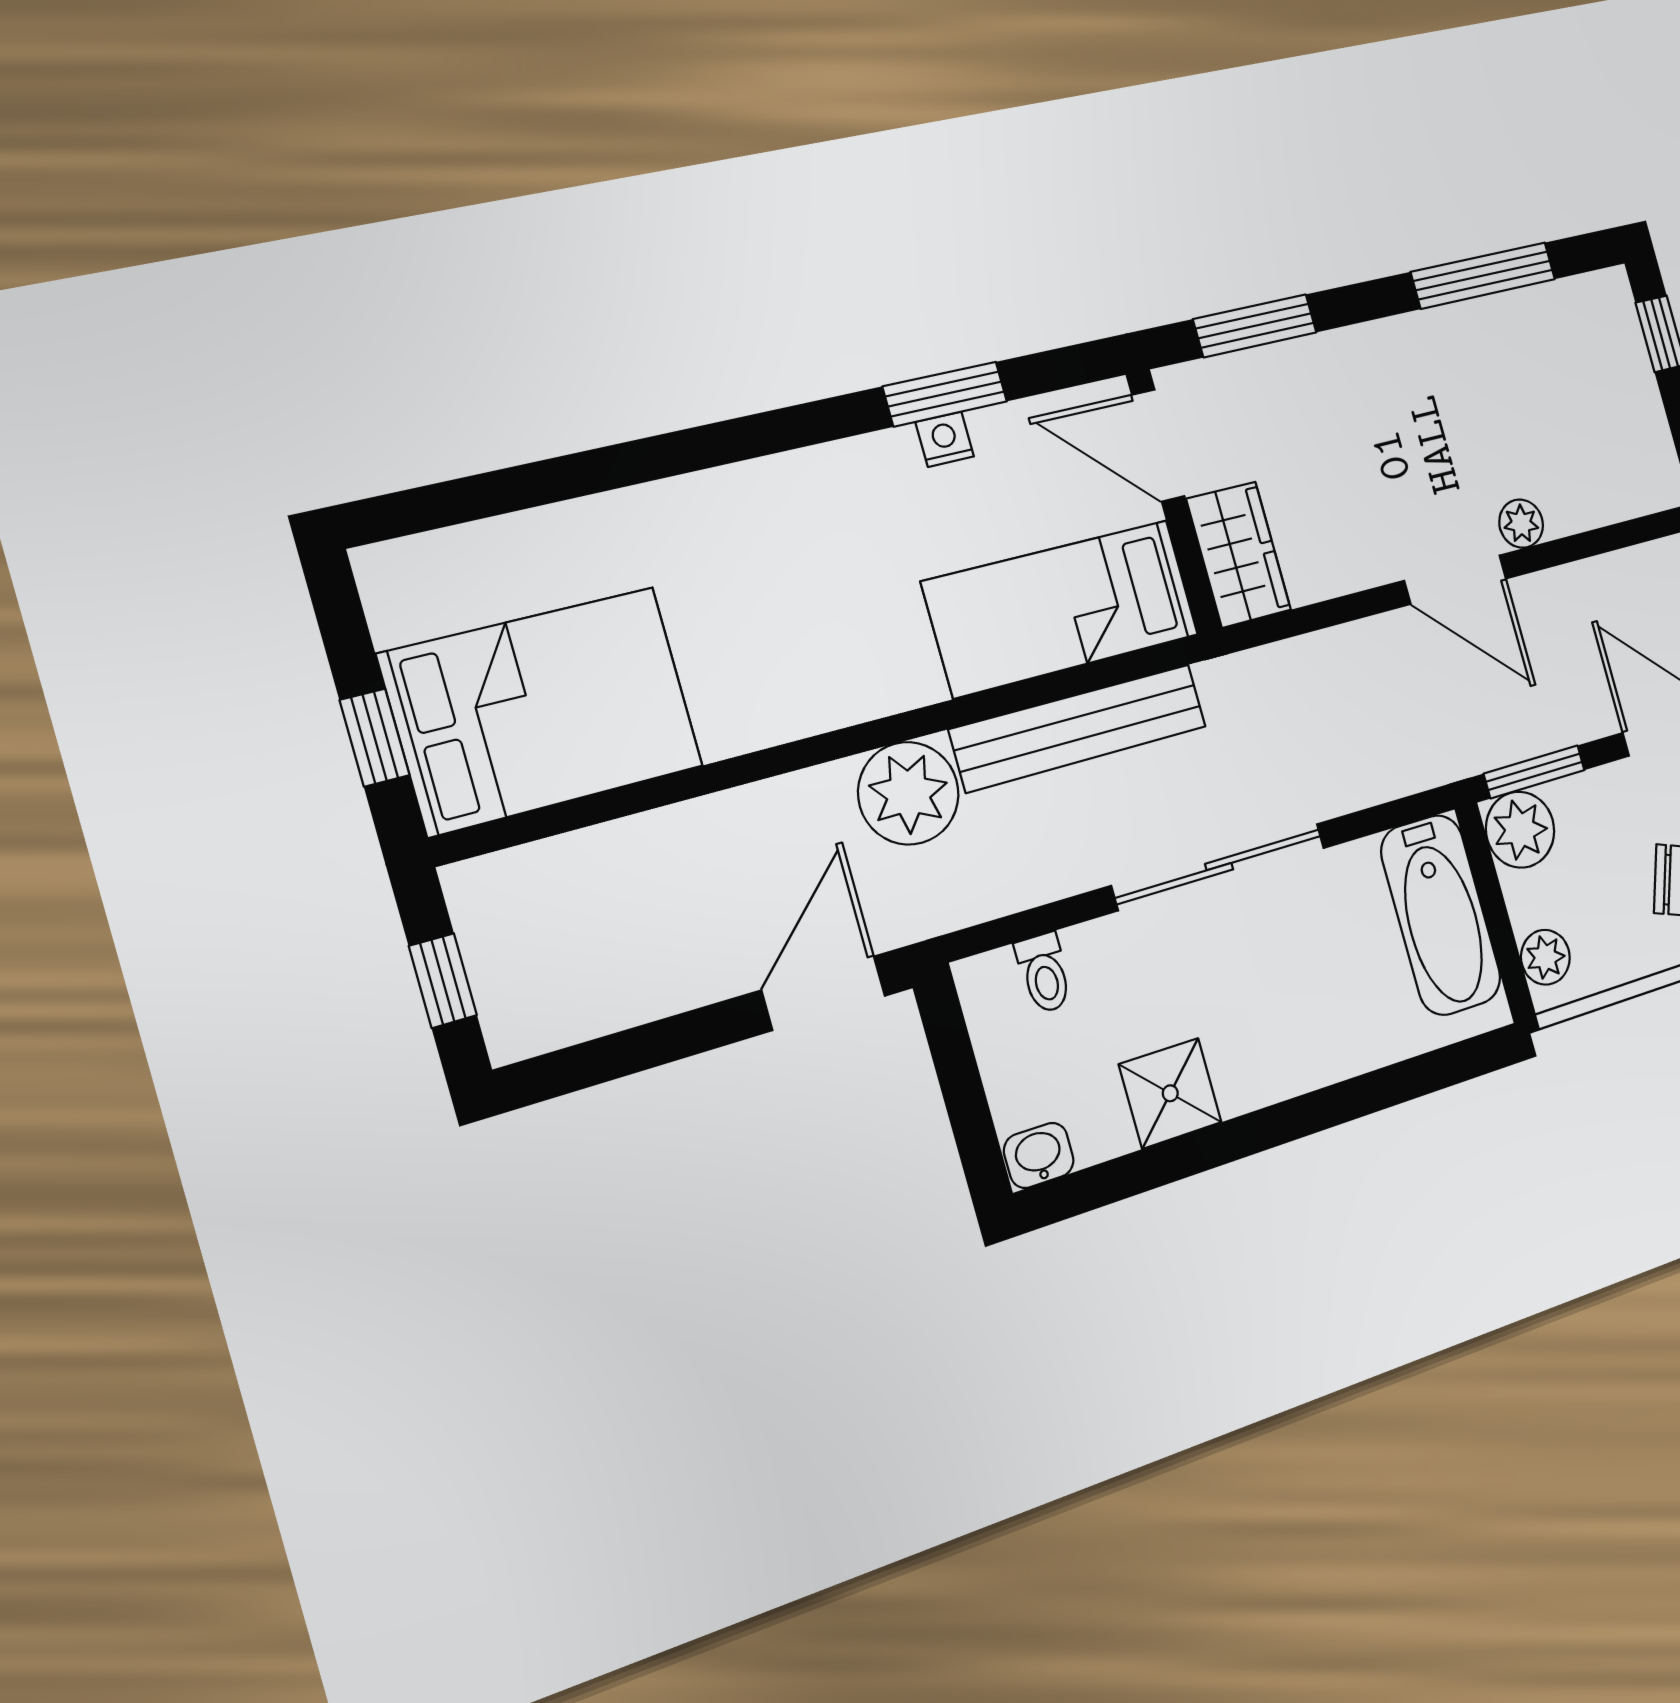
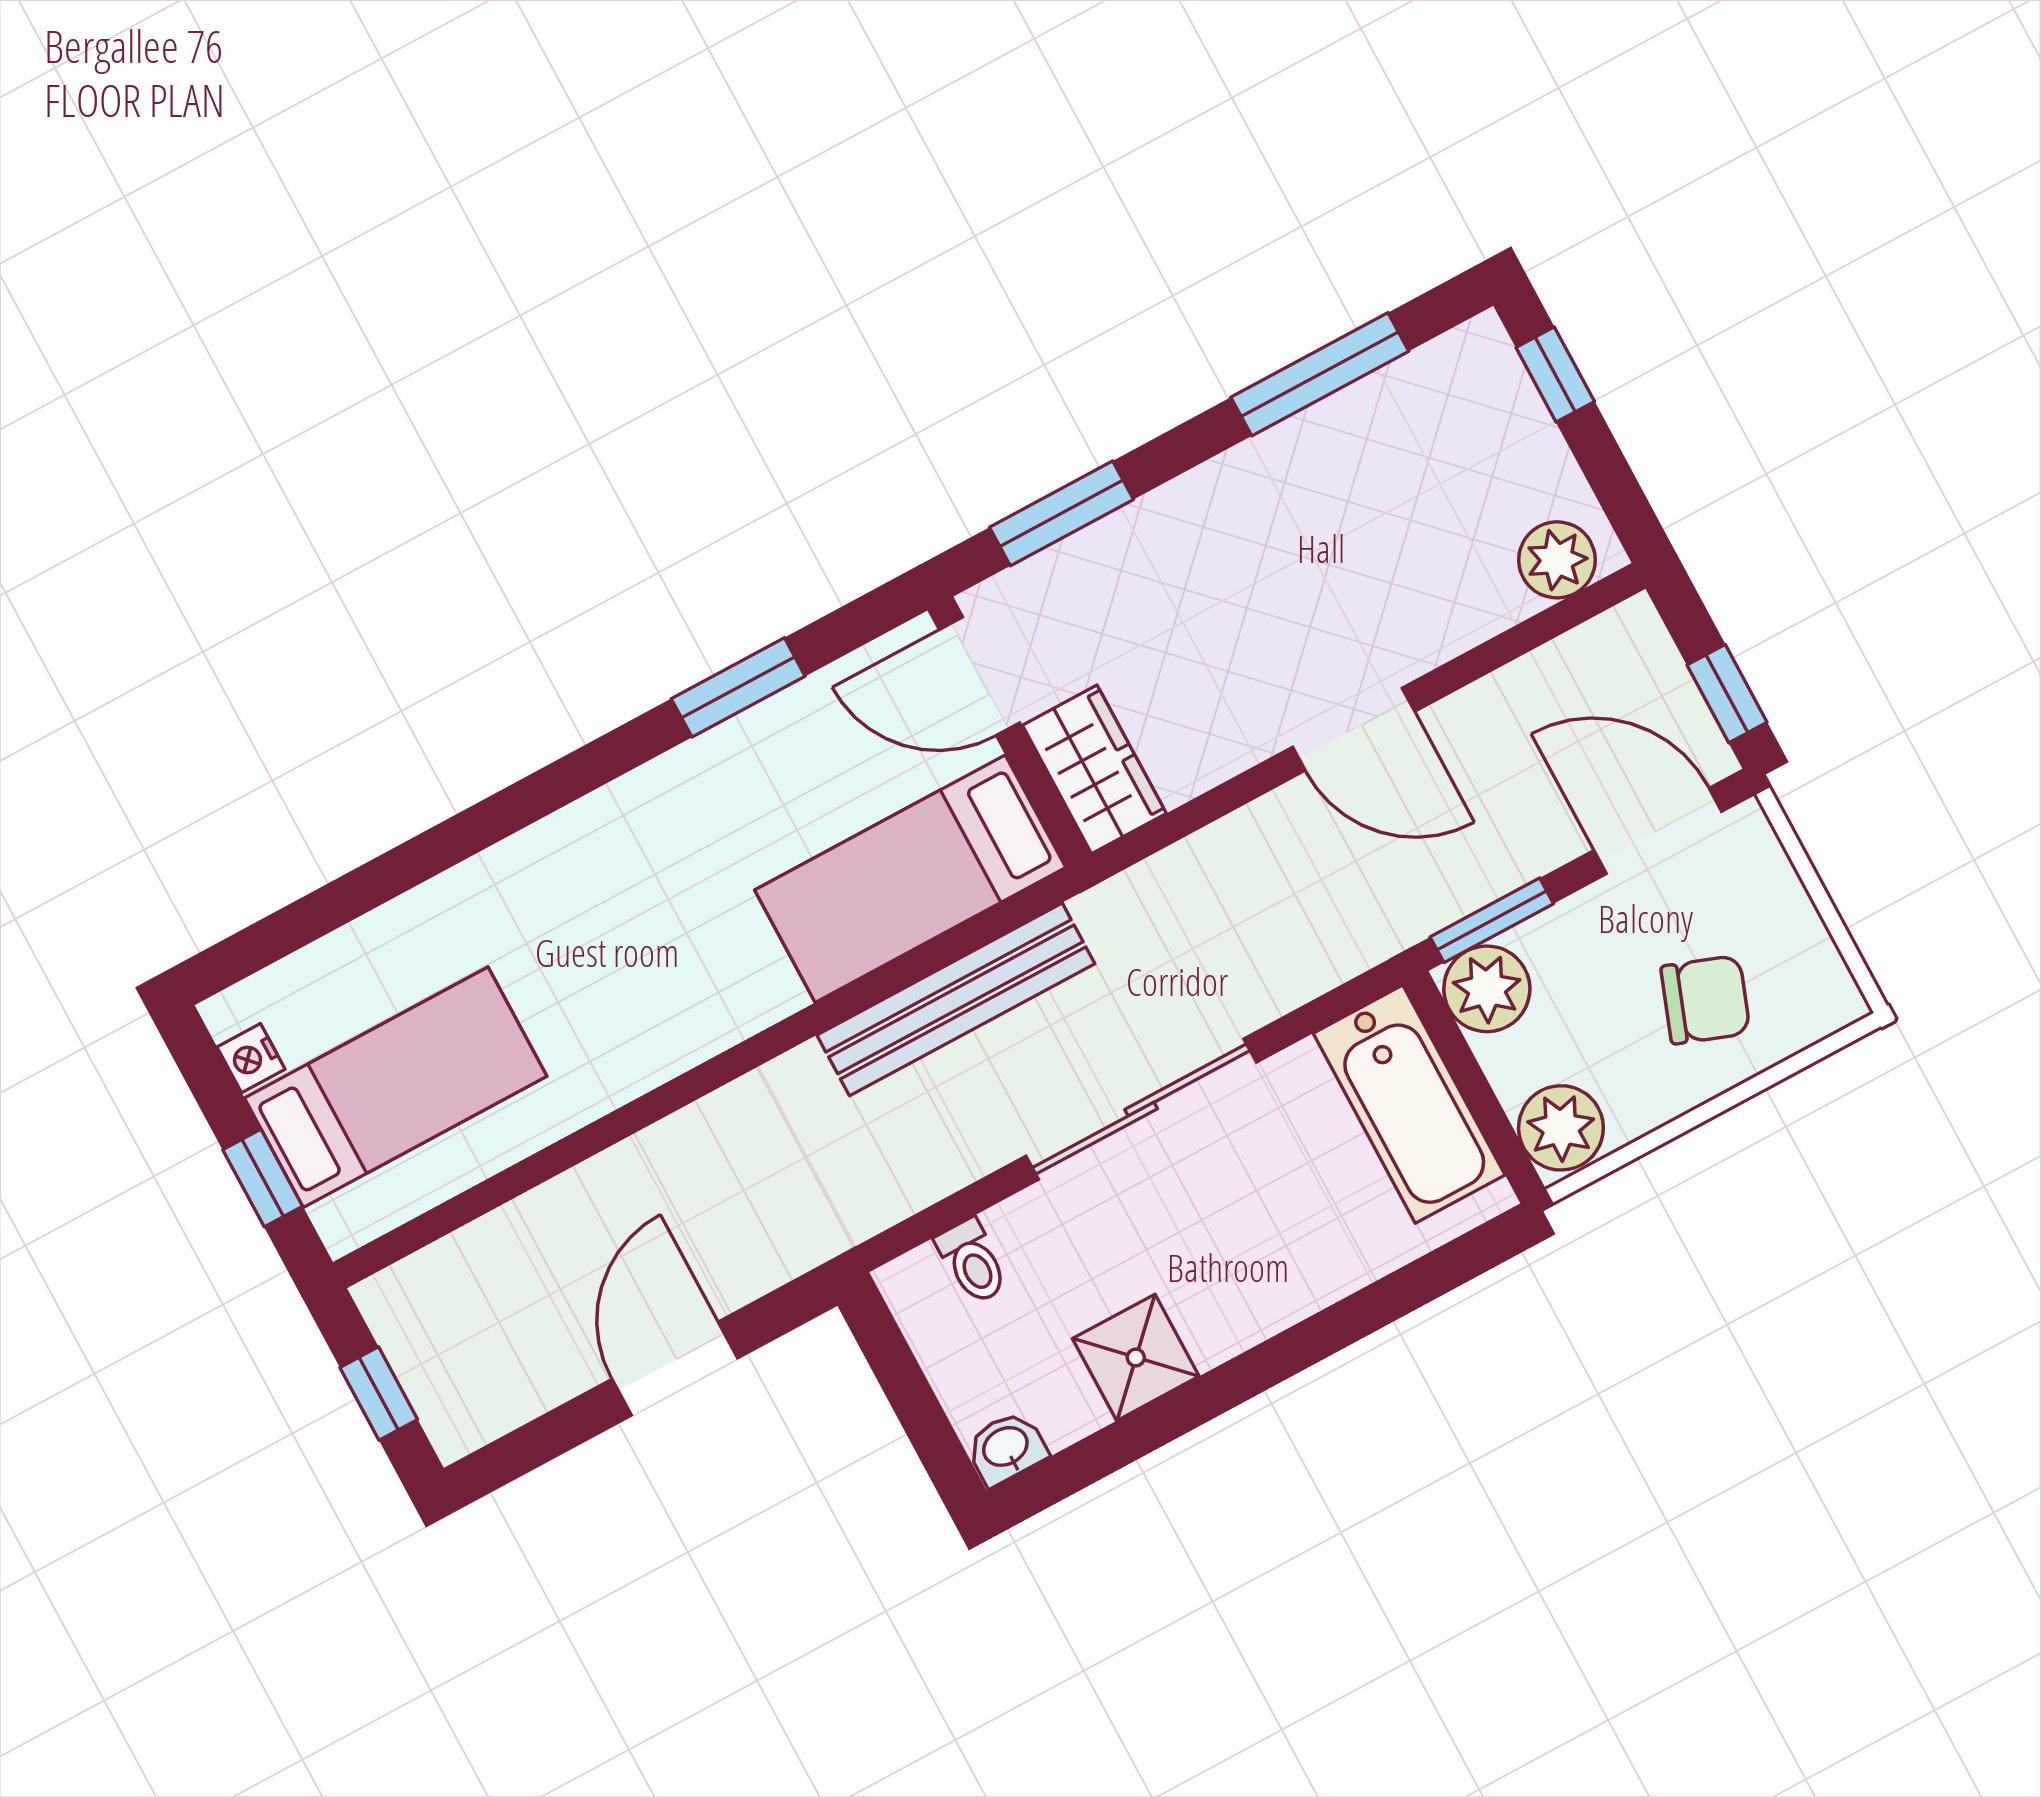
nightstand: (945, 439) -> (251, 1058), moved, turned -90
plant: (1521, 524) -> (1557, 560), moved, width x1.38, depth x1.38
bed: (542, 711) -> (396, 1087), width x0.67
plant: (908, 793) -> (790, 1110), removed
plant: (1545, 957) -> (1561, 1128), width x1.38, depth x1.38
door: (824, 993) -> (675, 1369), moved

